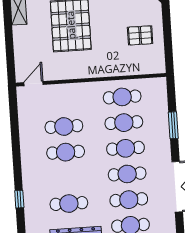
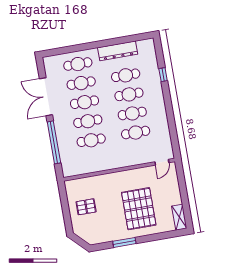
cafe table: (122, 97) -> (129, 94), moved
window: (173, 125) -> (54, 142), width x2.11

